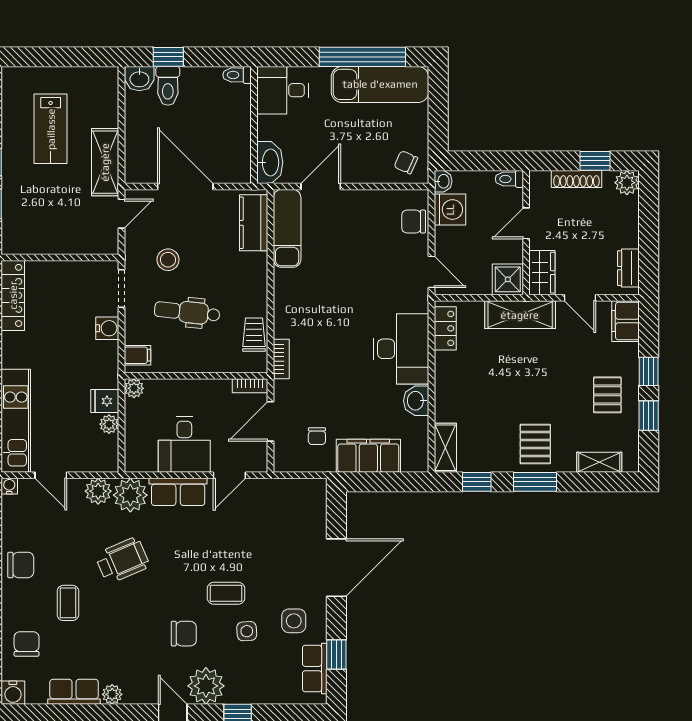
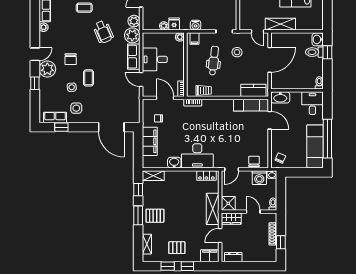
plant: (627, 183) -> (271, 256), removed
water cooler: (107, 328) -> (196, 25), moved
door: (336, 568) -> (111, 127), moved

